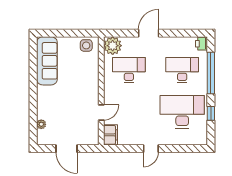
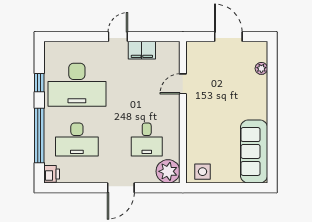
desk: (129, 70) -> (147, 140), width x0.73
filing cabinet: (110, 135) -> (142, 50), moved, turned -90

